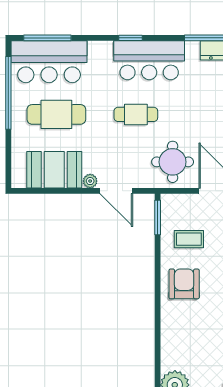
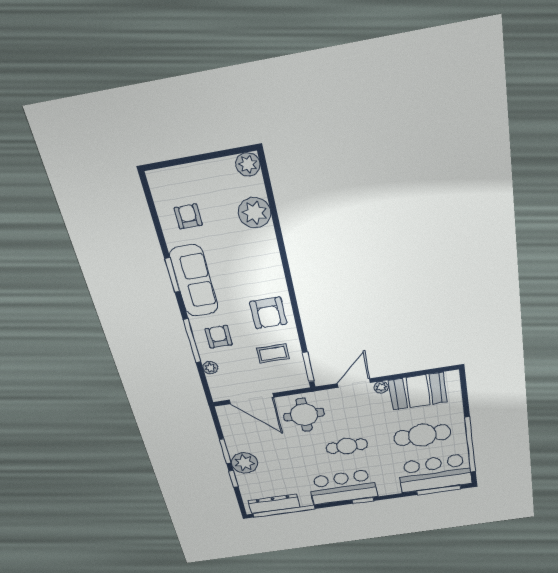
door: (116, 191) -> (354, 383), hinge flipped

